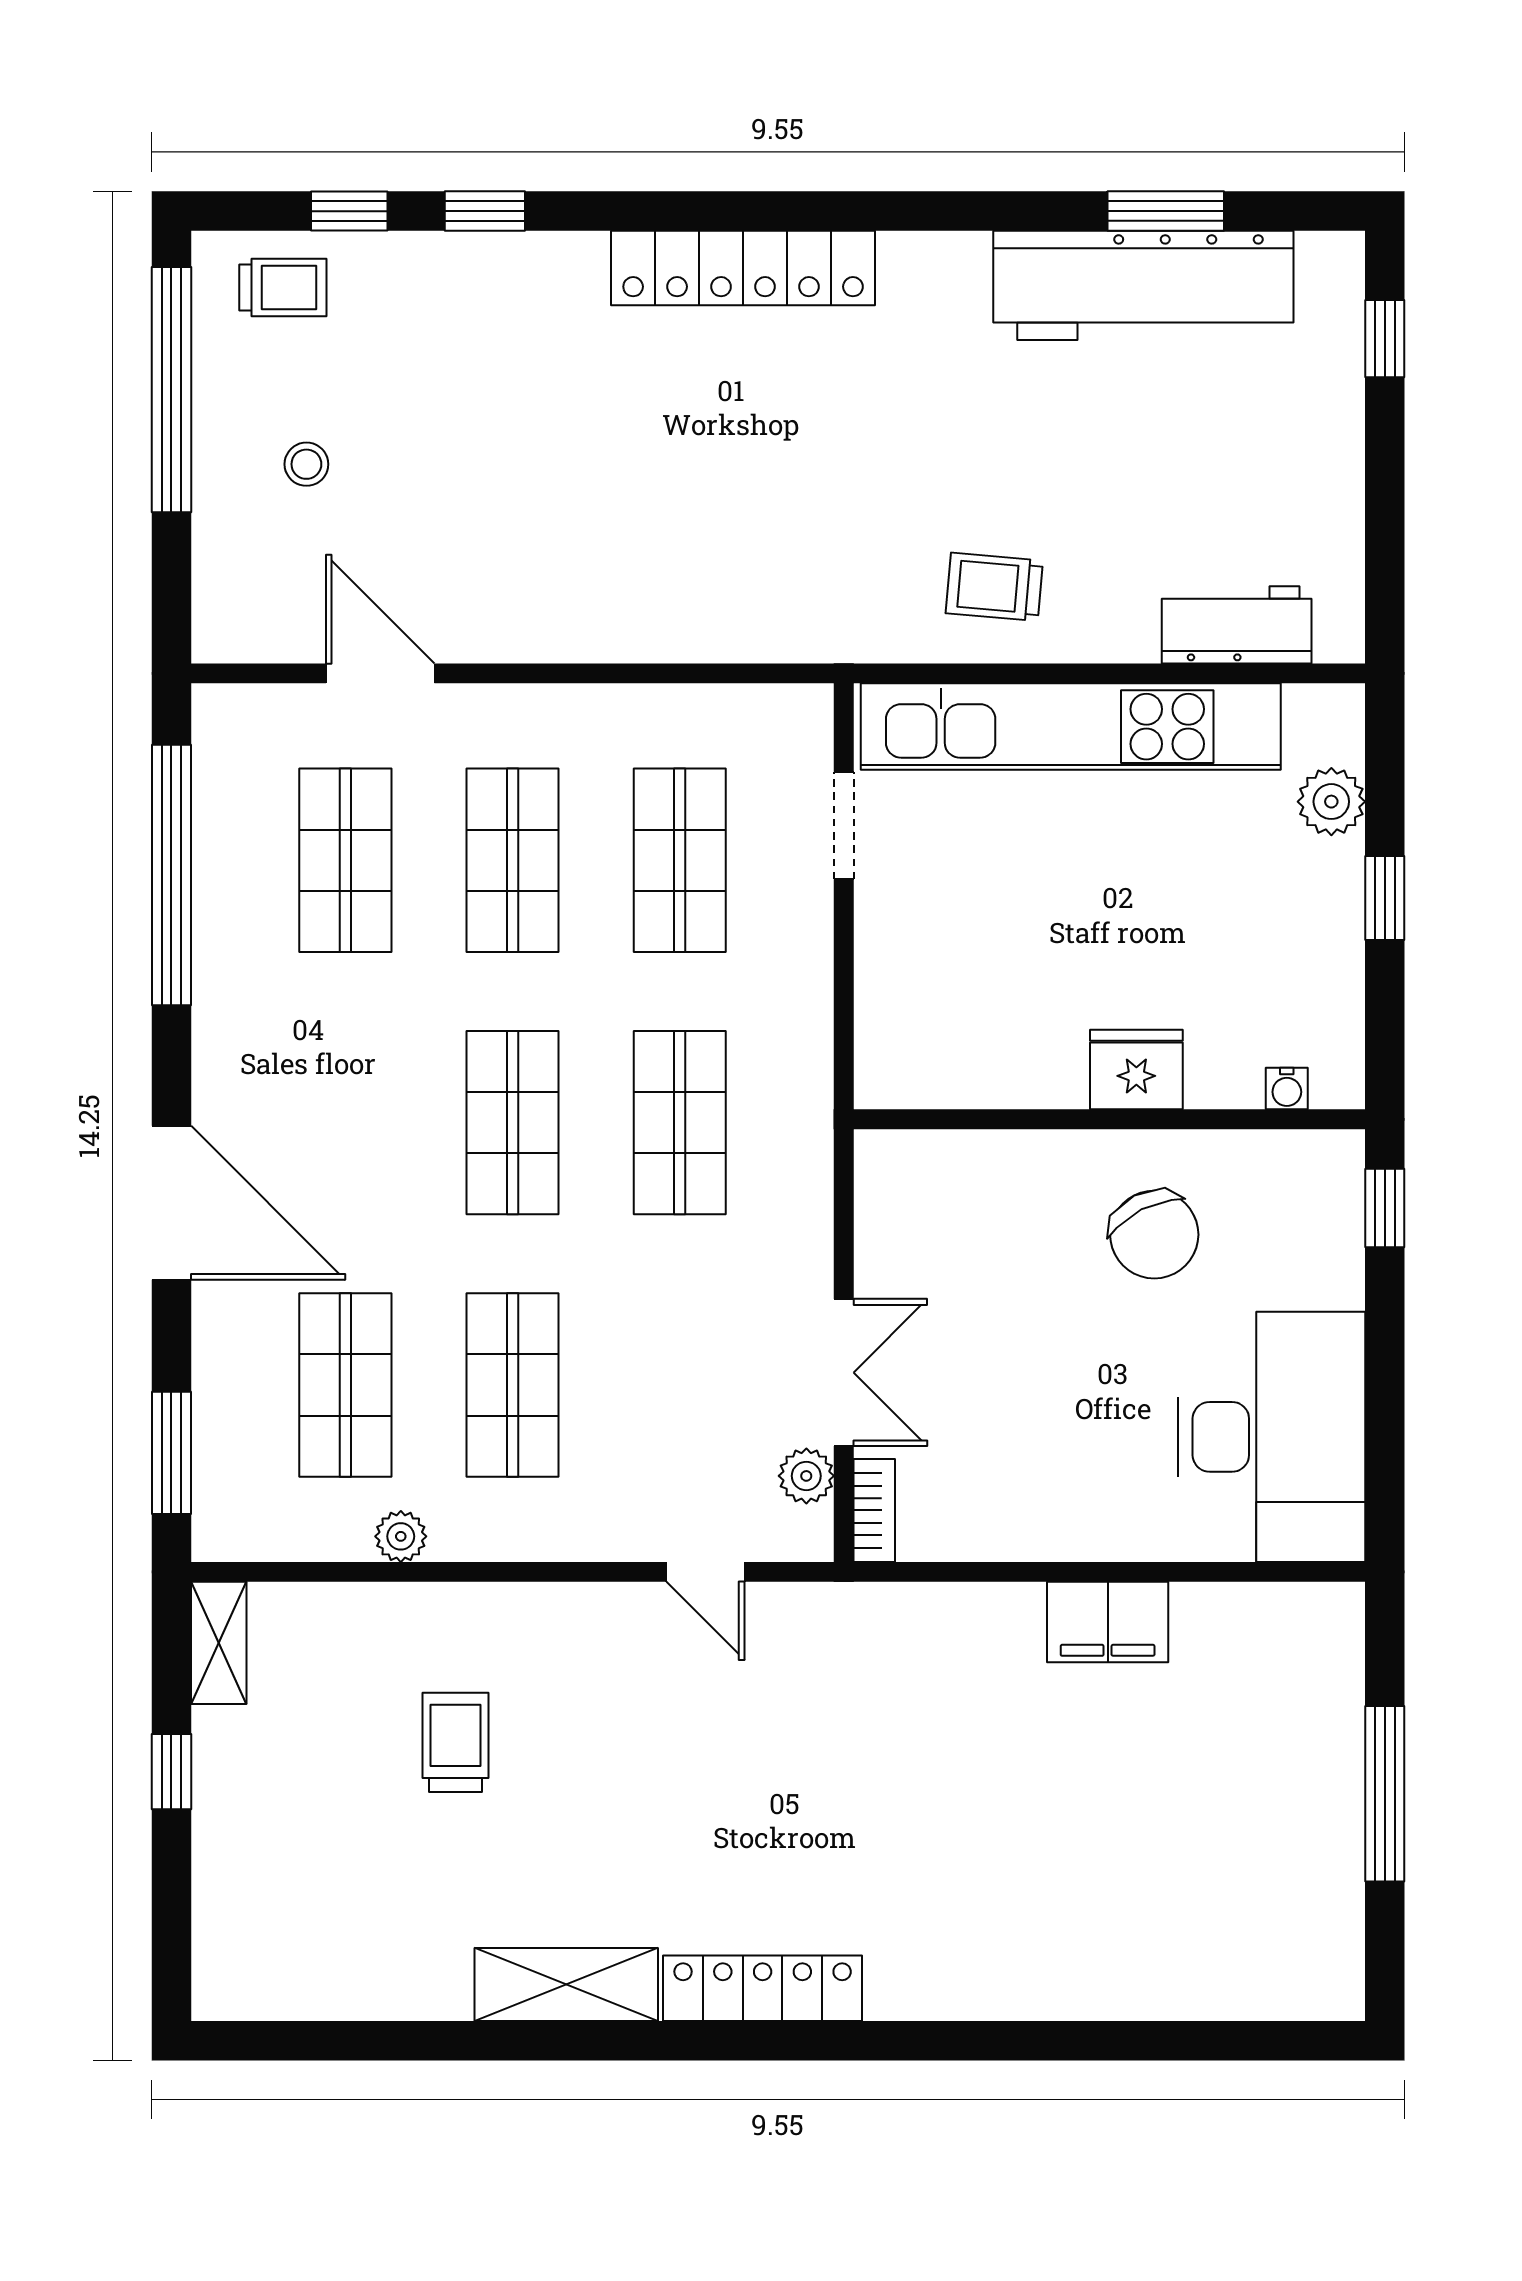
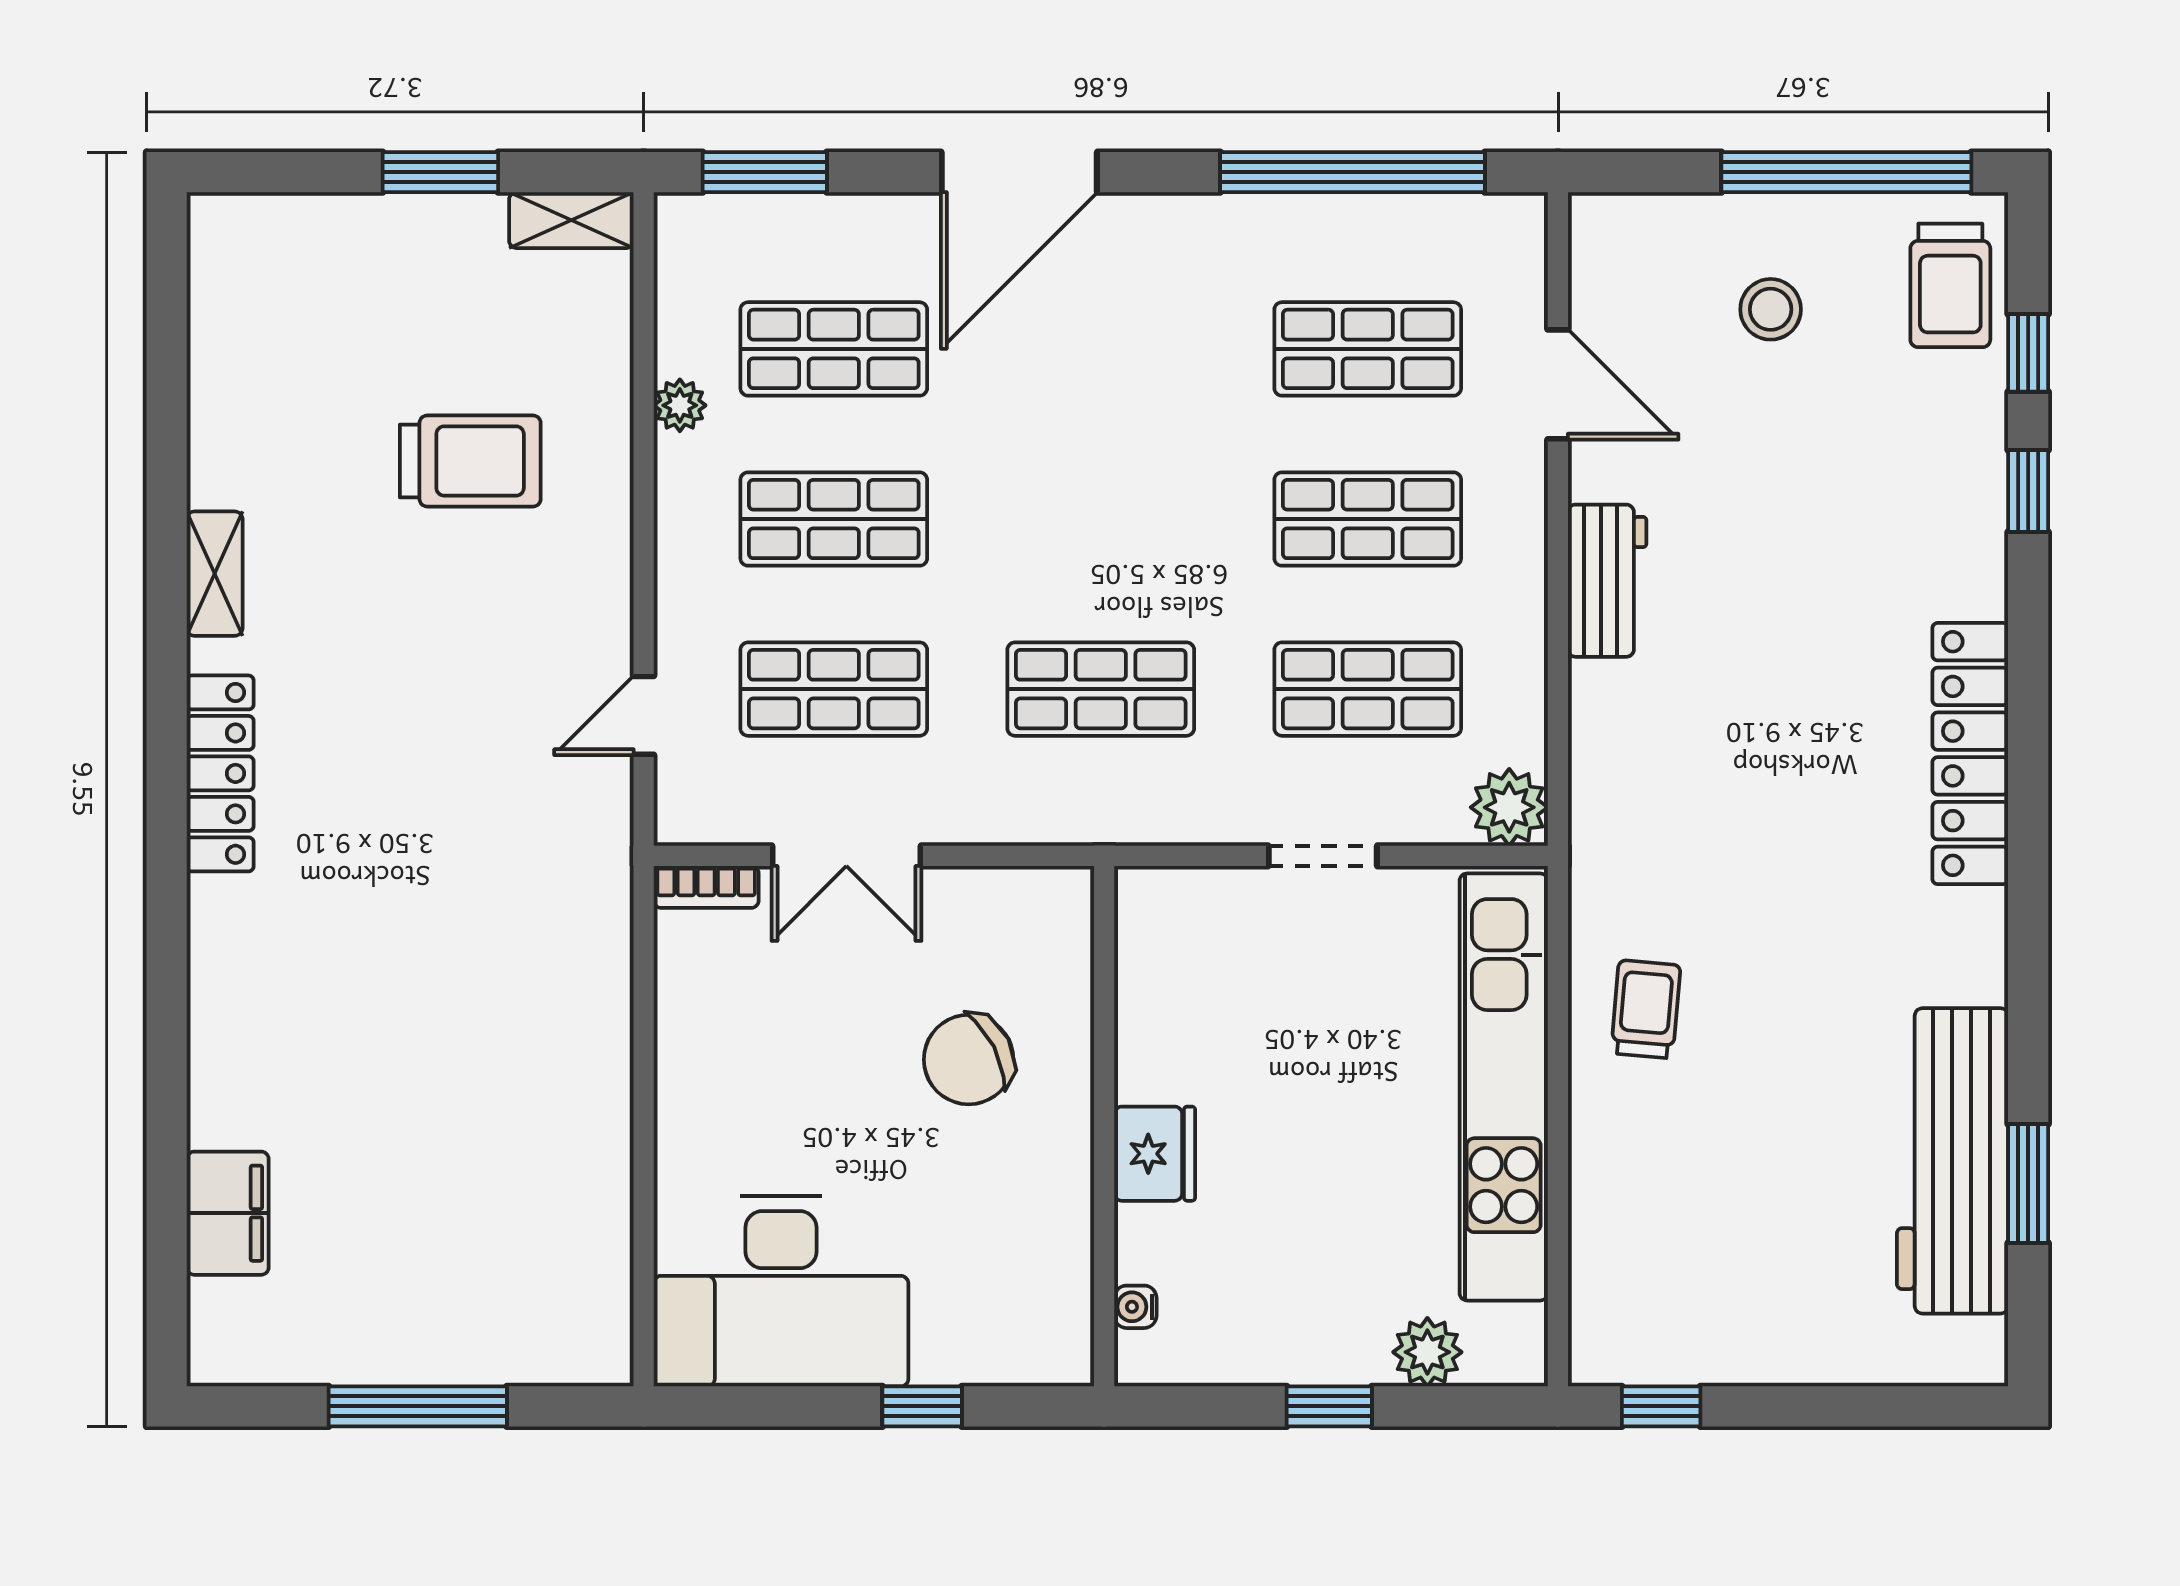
trolley: (283, 288) -> (1950, 285), width x1.36, depth x1.39
window: (1385, 339) -> (1661, 1406), moved
stool: (306, 464) -> (1771, 309), width x1.37, depth x1.37
workbench: (1237, 625) -> (1607, 581), moved
door: (380, 673) -> (1558, 384), hinge flipped
doorway: (844, 826) -> (1323, 856), moved
shop shelf: (513, 1123) -> (834, 689), moved
window: (1385, 1208) -> (922, 1406), moved
chair: (1154, 1235) -> (969, 1060), moved
plant: (806, 1476) -> (1509, 807), moved, width x1.38, depth x1.38
filing cabinet: (1108, 1622) -> (228, 1213), moved, turned 180
trolley: (455, 1742) -> (470, 461), width x1.36, depth x1.39
window: (171, 1772) -> (440, 172), width x1.50
shelving: (566, 1984) -> (215, 574), width x0.67, depth x0.75

